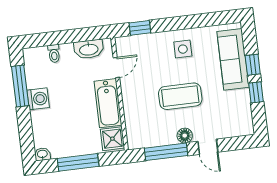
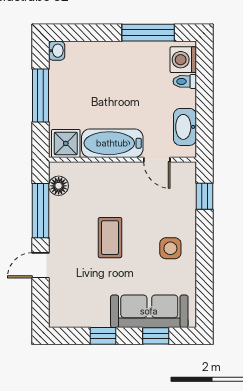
window: (253, 65) -> (156, 336), moved
coffee table: (180, 96) -> (110, 238), width x0.73, depth x0.76
washing machine: (38, 99) -> (183, 60), moved, turned 90
floor lamp: (185, 136) -> (59, 186), moved

